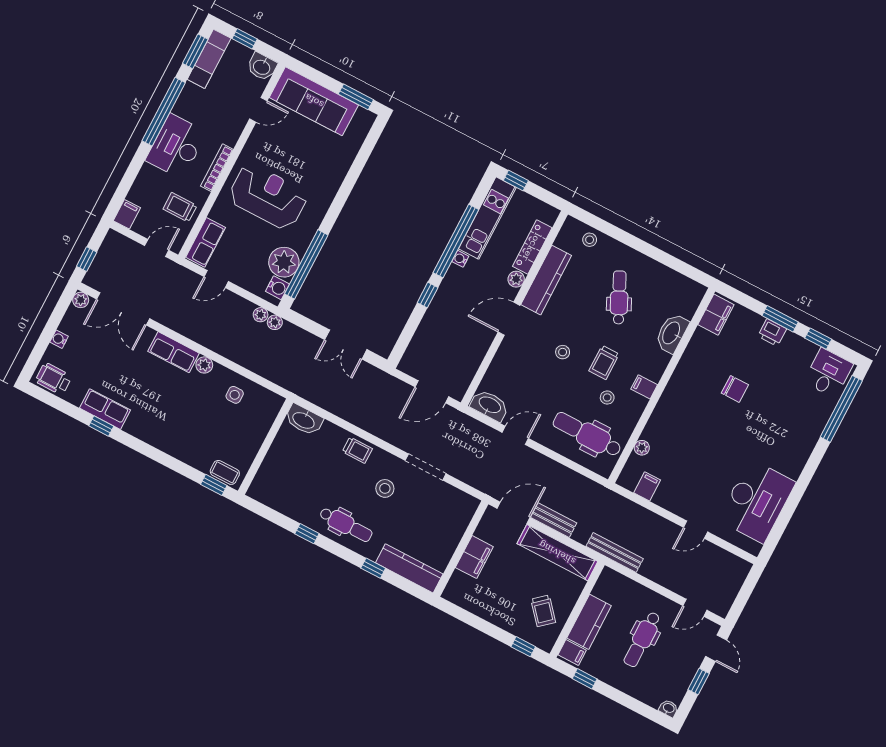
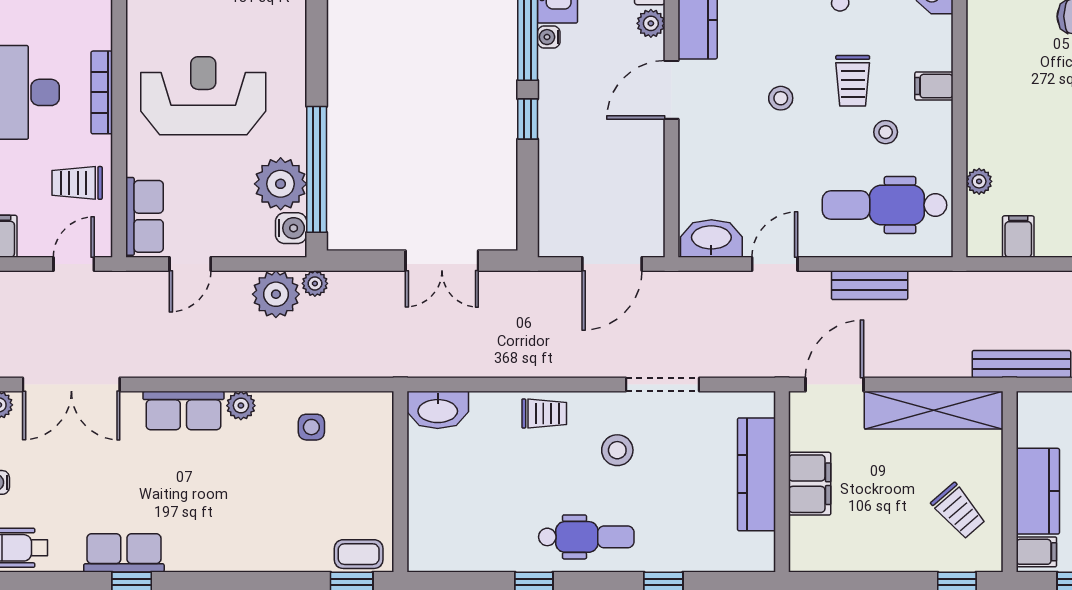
plant: (261, 315) -> (276, 294), width x1.87, depth x1.87
bench: (554, 520) -> (870, 285), moved
kitchen counter: (409, 568) -> (756, 474), moved, turned -90

